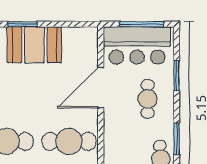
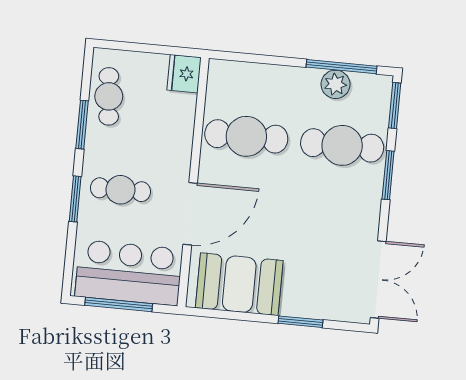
booth: (34, 45) -> (239, 284), moved
window: (177, 76) -> (75, 199), moved
cafe table: (148, 99) -> (120, 190), turned 90

